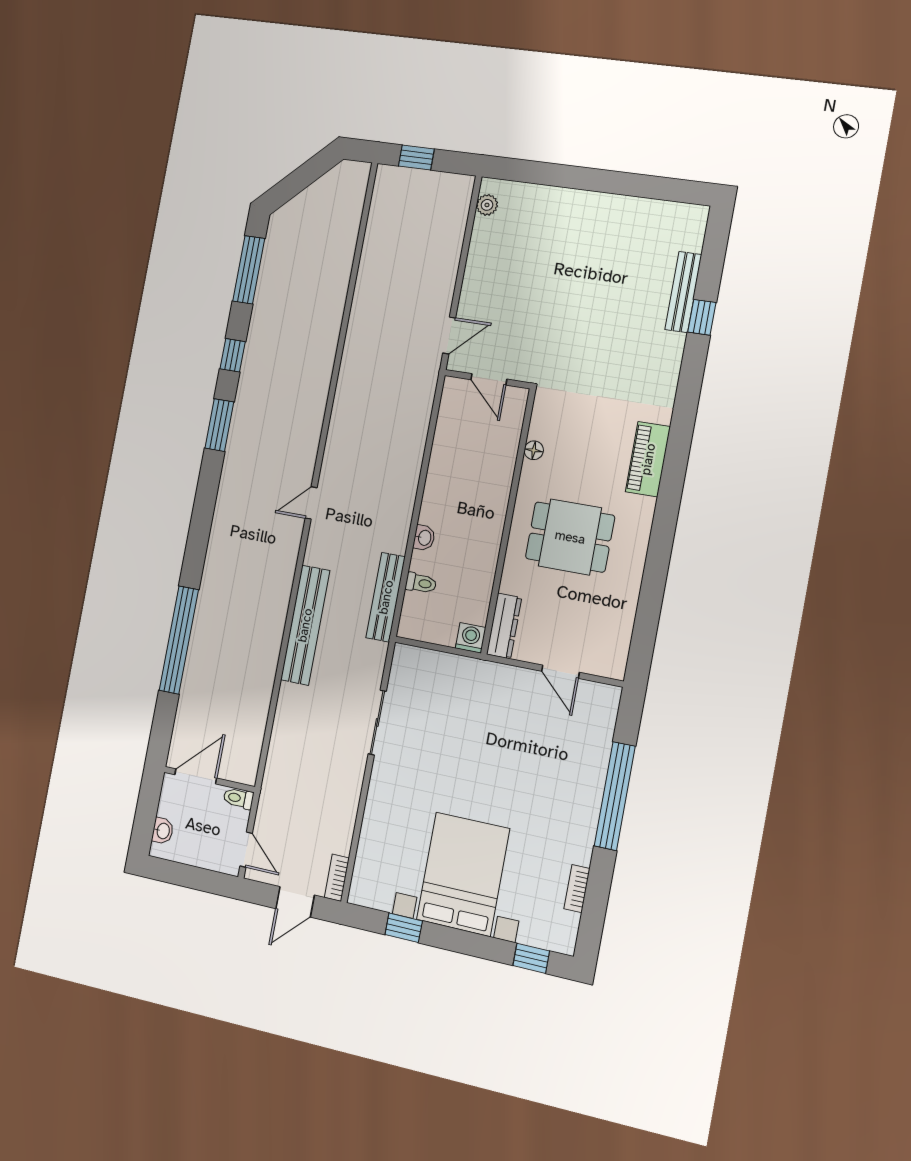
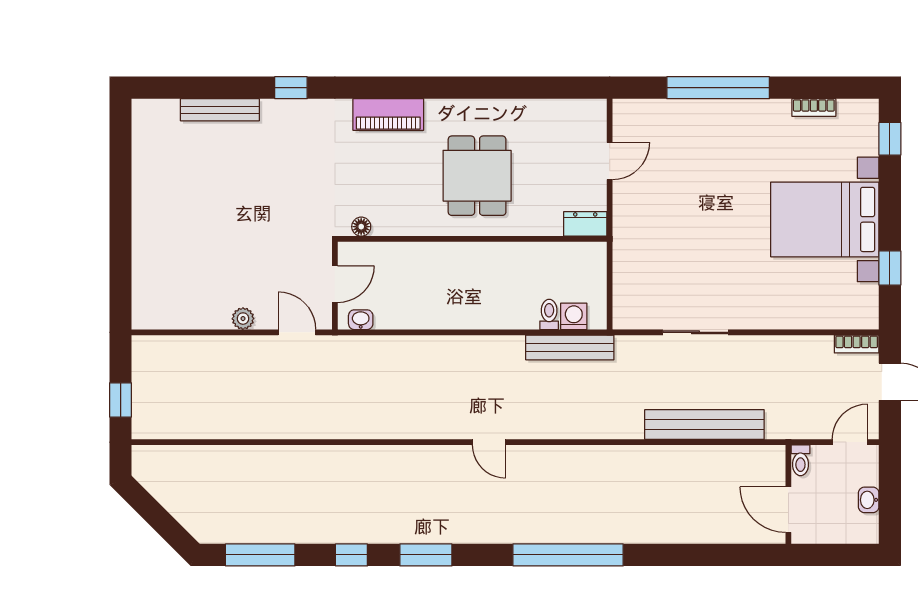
plant: (487, 205) -> (243, 319), moved
window: (702, 317) -> (291, 88), moved
floor lamp: (534, 450) -> (361, 227), moved
washbasin: (424, 538) -> (361, 320), moved
bench: (305, 625) -> (704, 425), moved
dresser: (504, 626) -> (585, 224), width x0.70
washing machine: (471, 638) -> (574, 316), moved, turned 90
window: (179, 640) -> (568, 555), moved
washbasin: (163, 831) -> (869, 500), moved, turned -90

